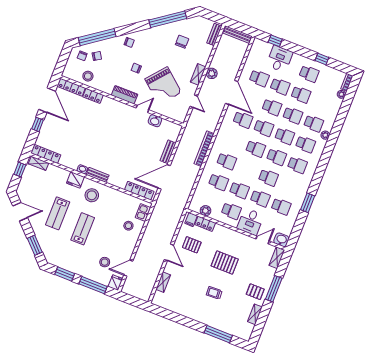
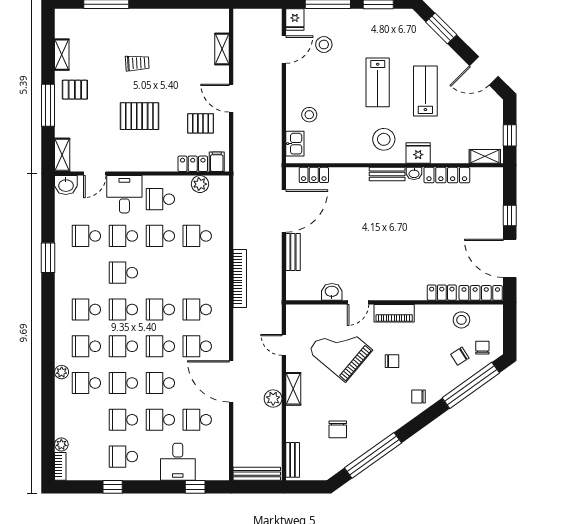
locker: (46, 154) -> (447, 175), moved
school desk: (227, 161) -> (197, 309), moved
locker: (139, 191) -> (314, 175), width x0.66

